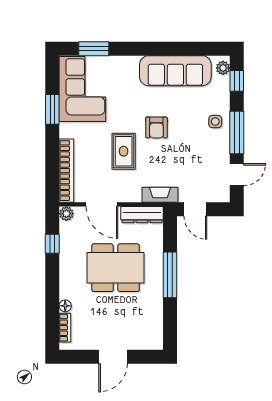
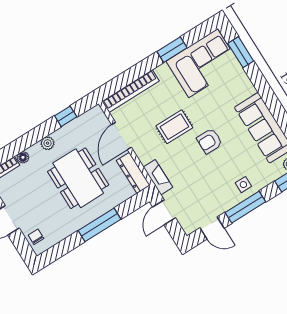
plant: (66, 214) -> (48, 143), moved
chair: (145, 339) -> (36, 237), added

